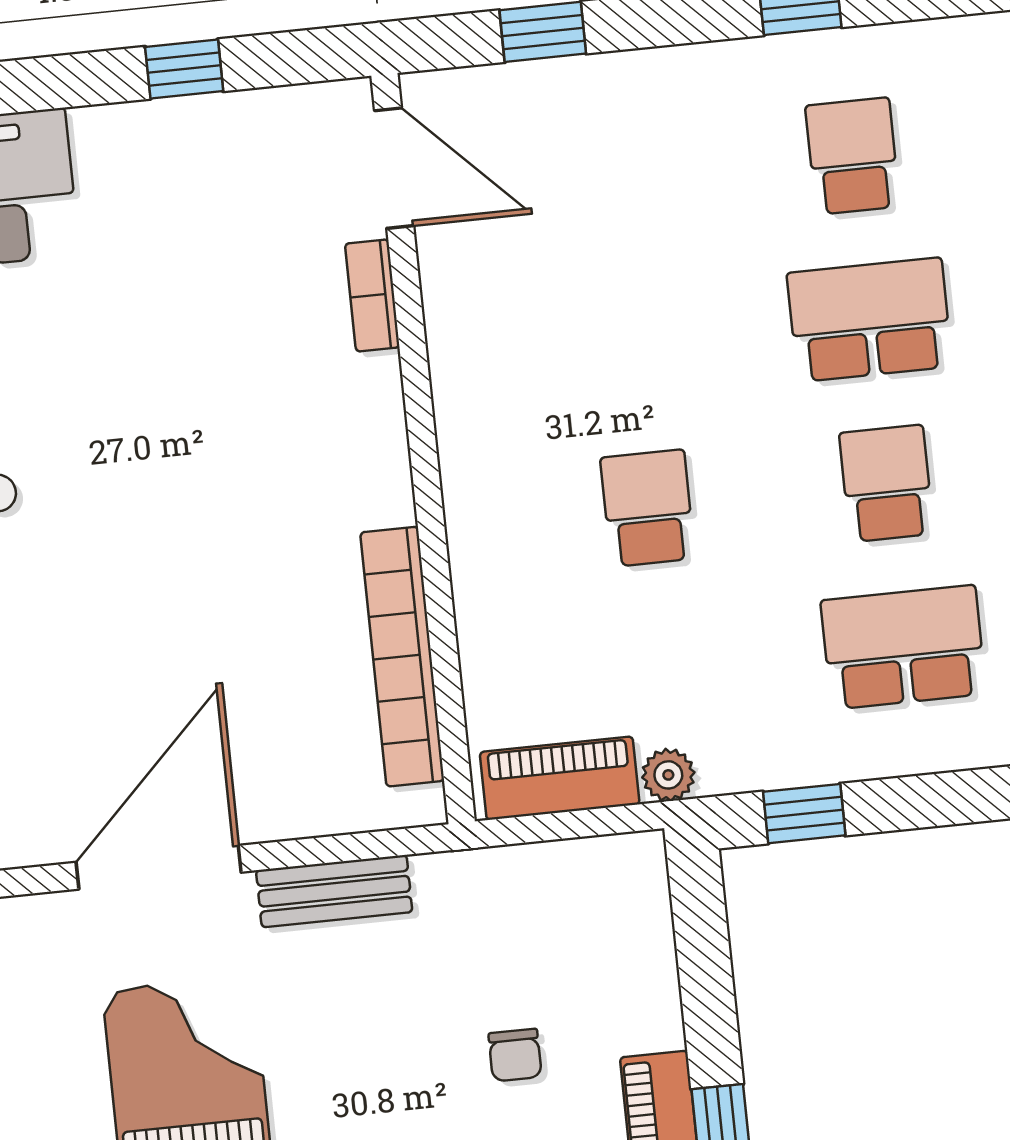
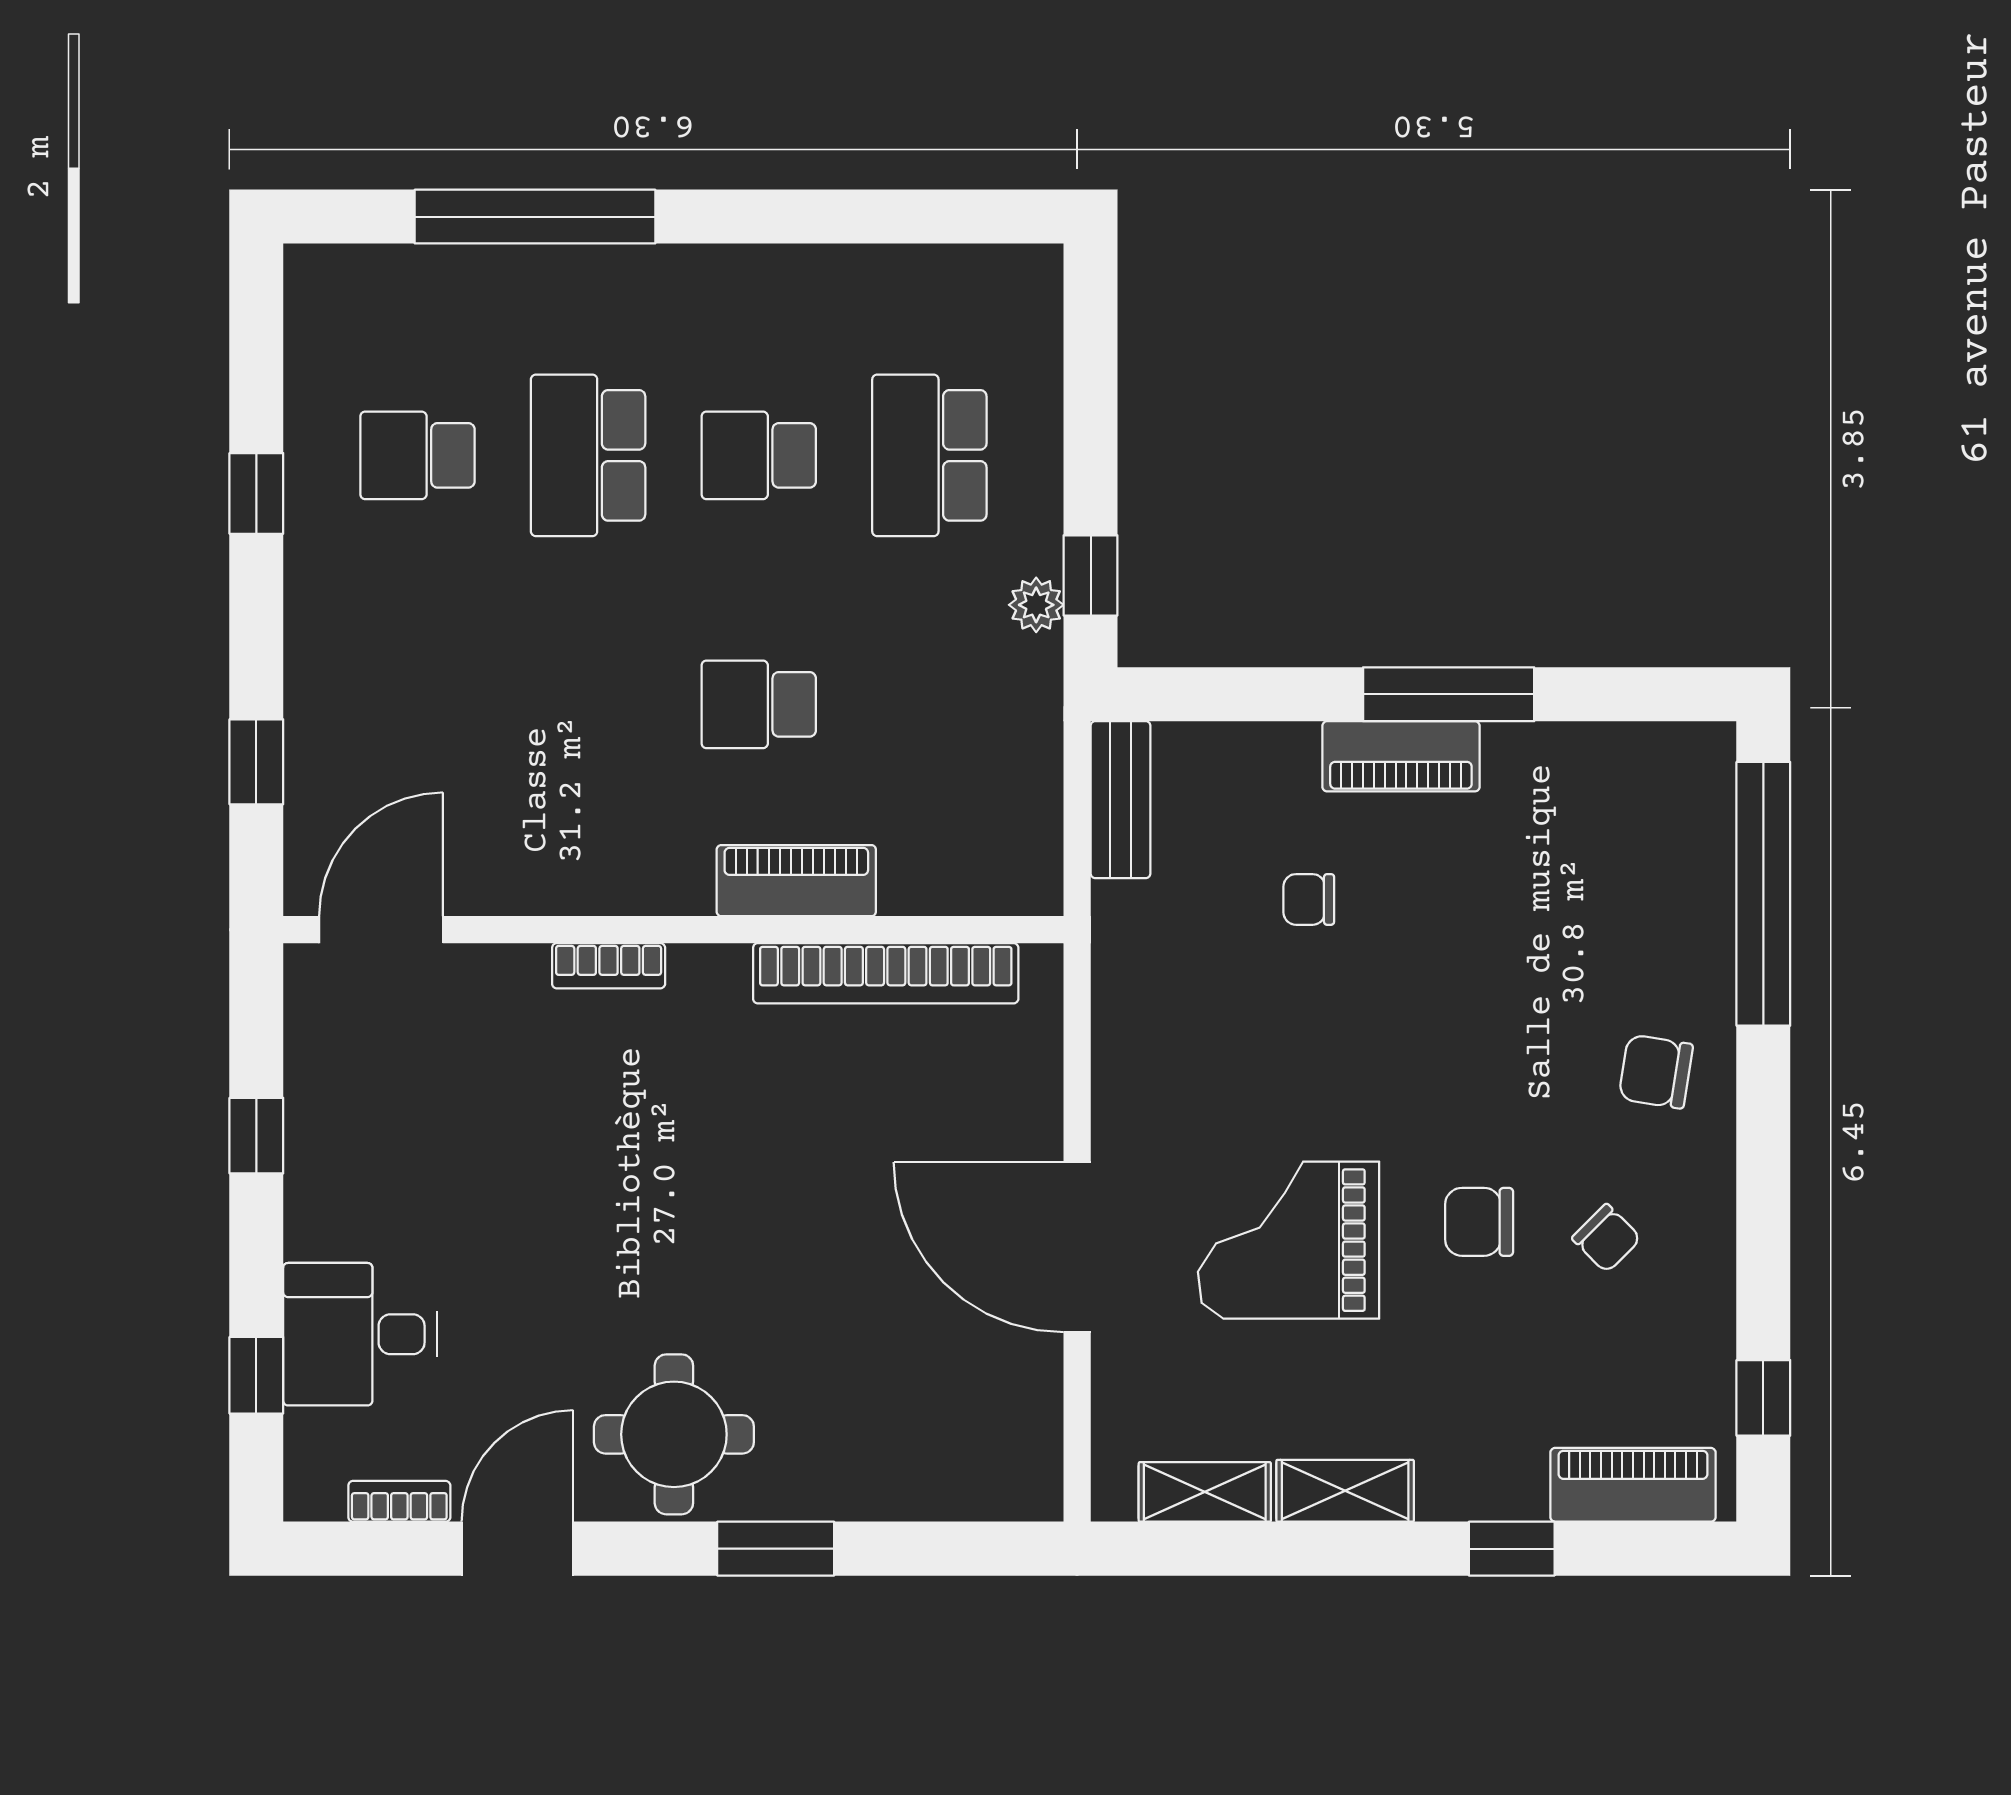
bookcase: (372, 296) -> (609, 966), moved
plant: (668, 775) -> (1036, 605), moved
piano: (560, 778) -> (796, 881), moved, turned 90
bench: (334, 891) -> (1120, 800), moved
chair: (515, 1055) -> (1309, 899), turned 180

